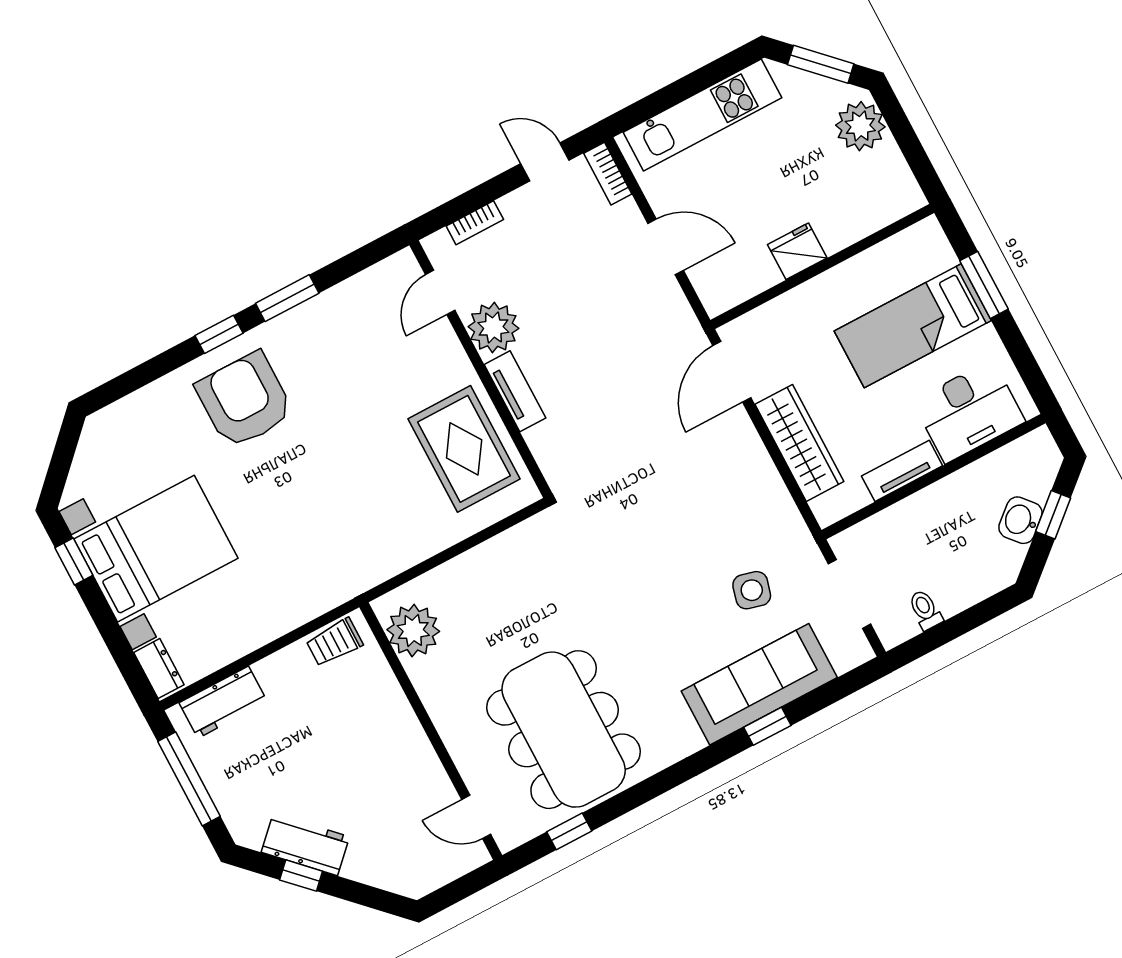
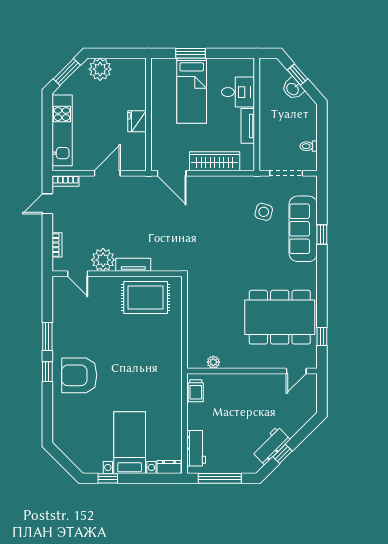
desk: (969, 411) -> (238, 92), width x0.73
bed with nightstands: (156, 549) -> (130, 443), width x0.73
plant: (413, 630) -> (213, 362), width x0.53, depth x0.53

